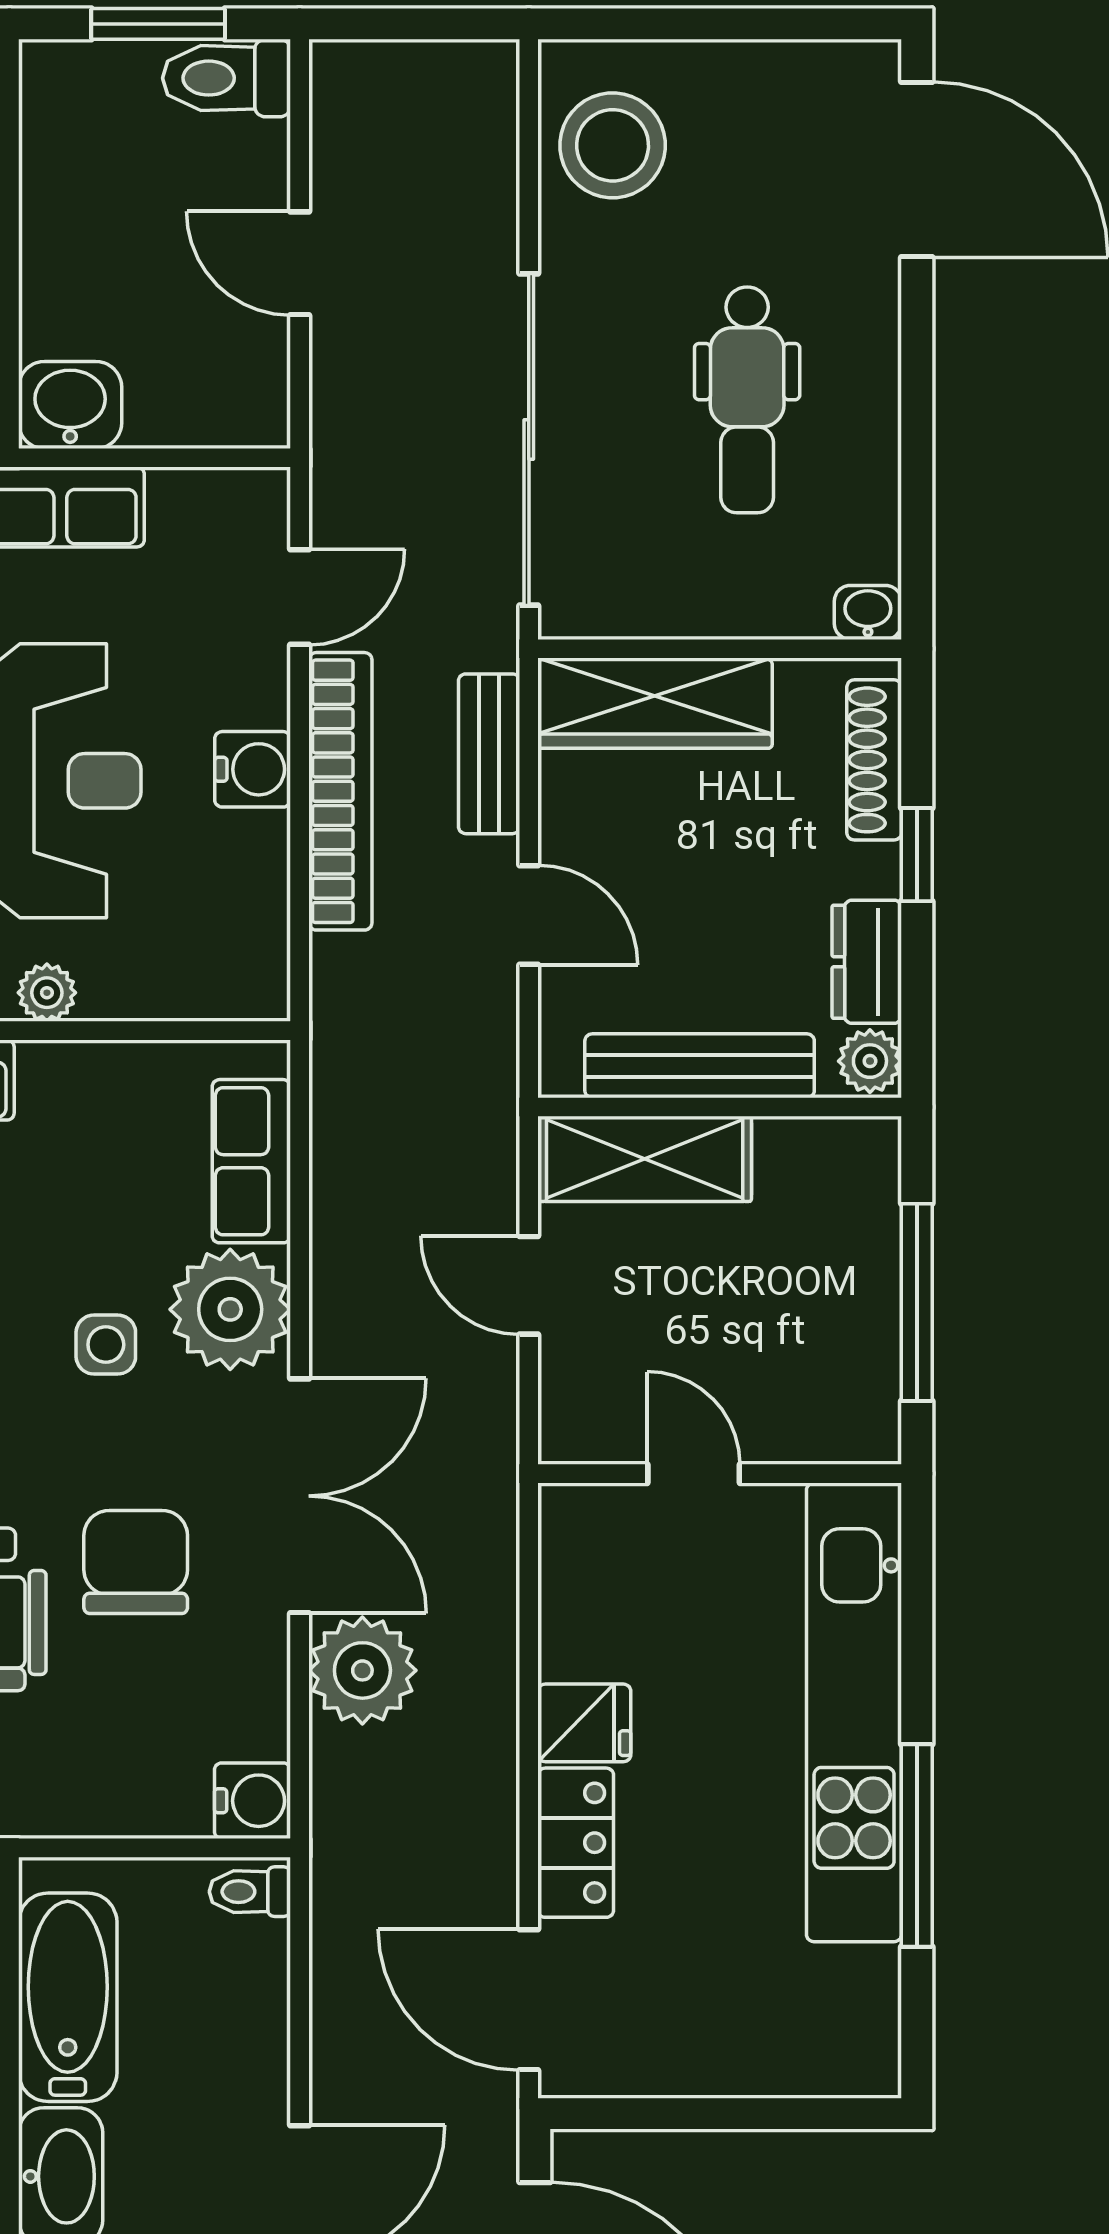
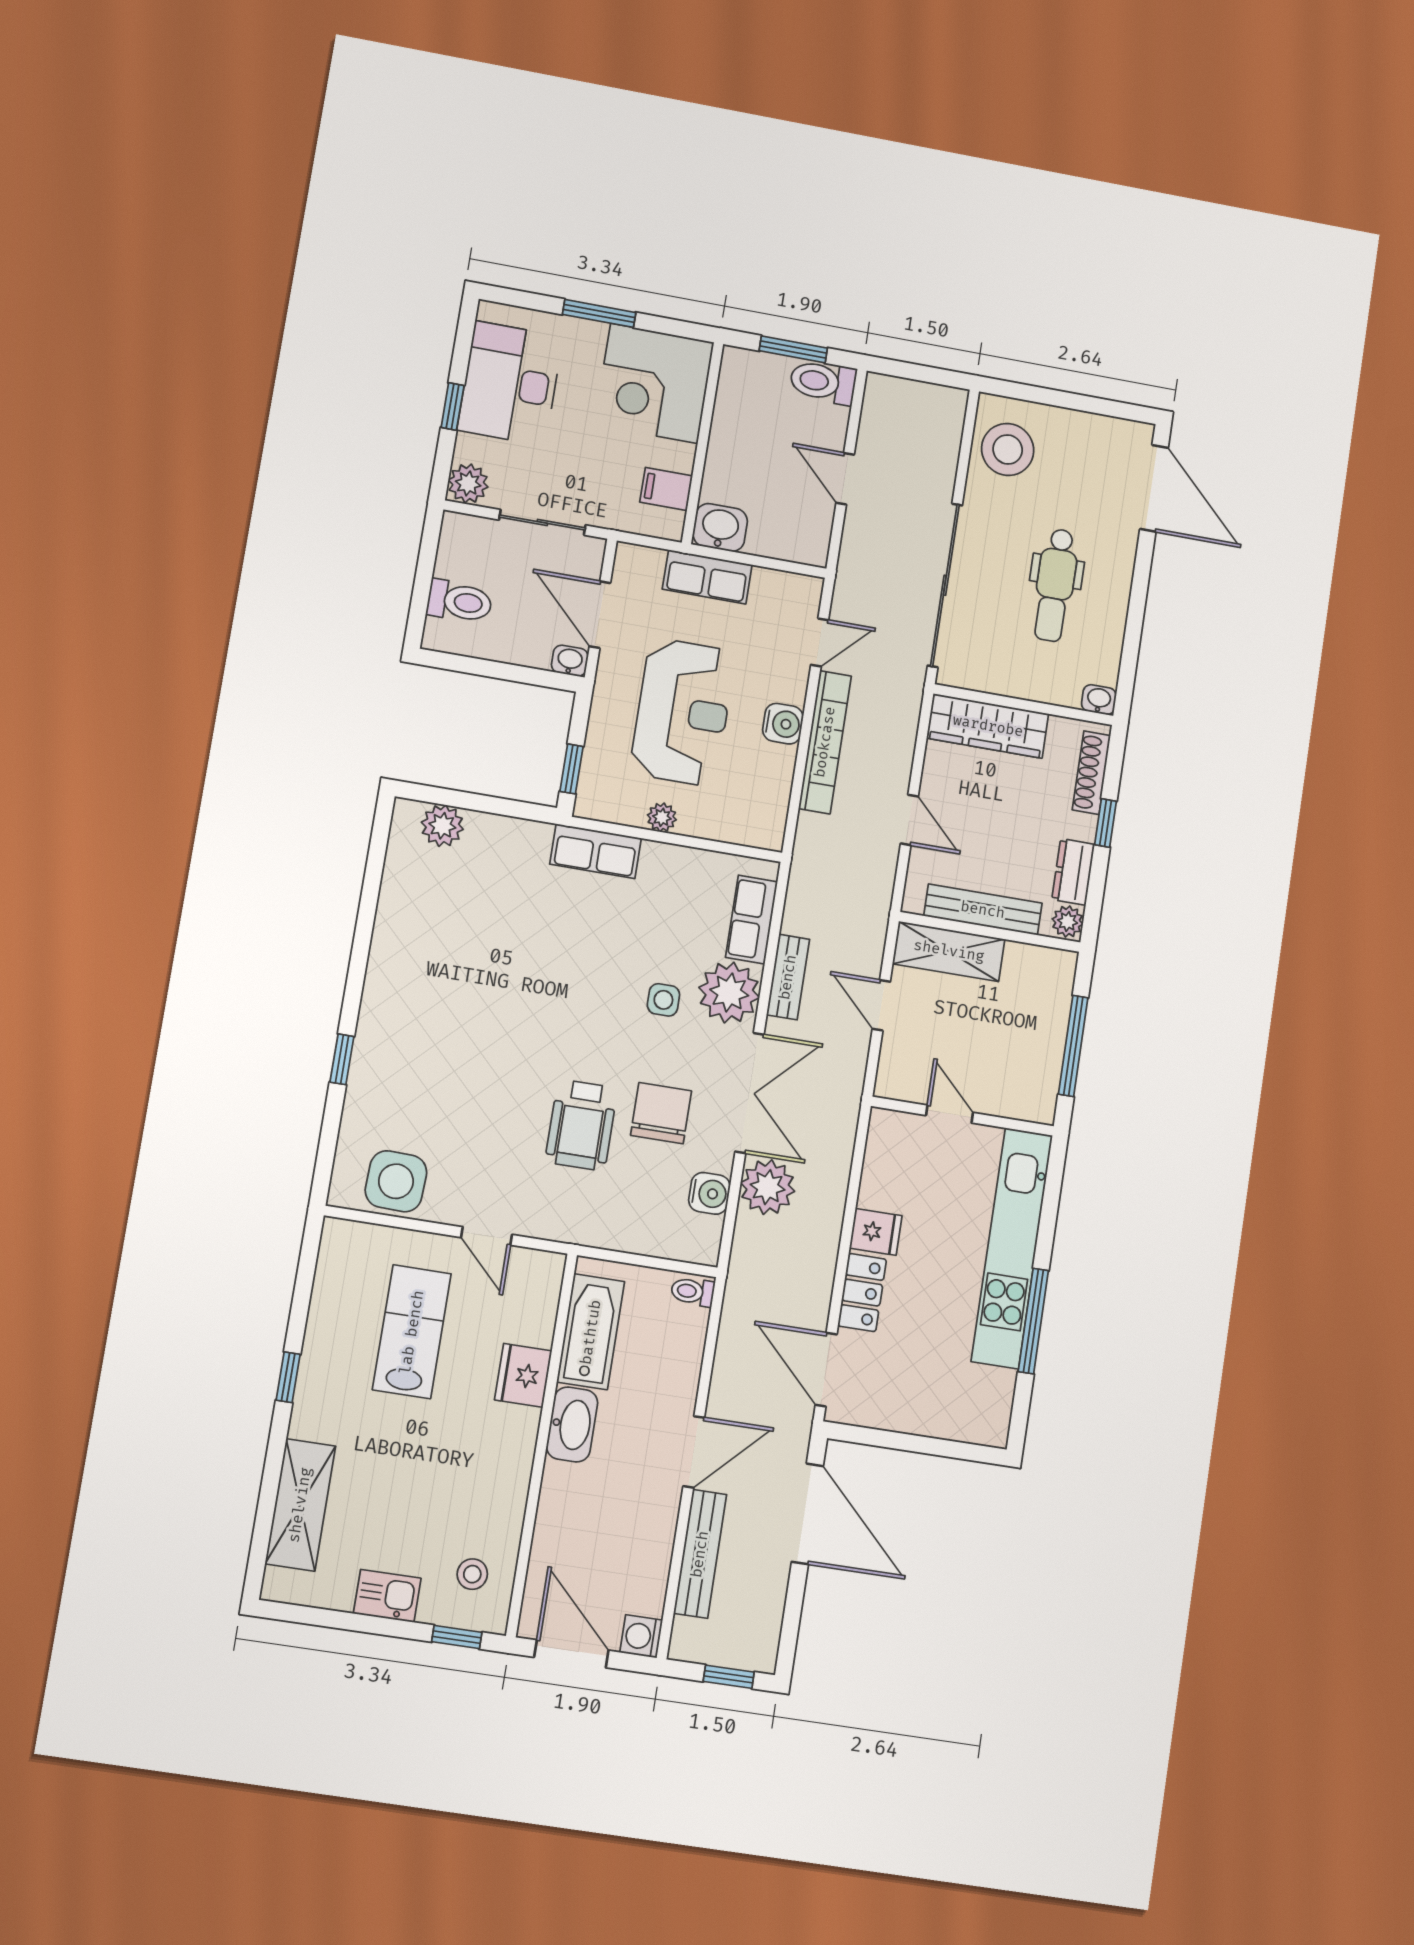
bench: (489, 754) -> (788, 977), moved
water cooler: (252, 1801) -> (709, 1193), moved

